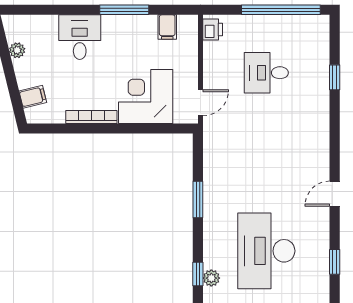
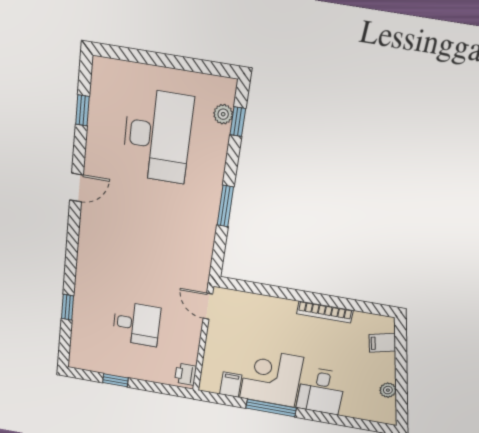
window: (281, 10) -> (115, 380), width x0.32
corner desk: (146, 96) -> (271, 378), moved, turned 180
door: (201, 103) -> (208, 306), hinge flipped

